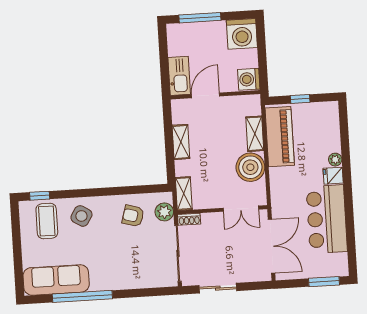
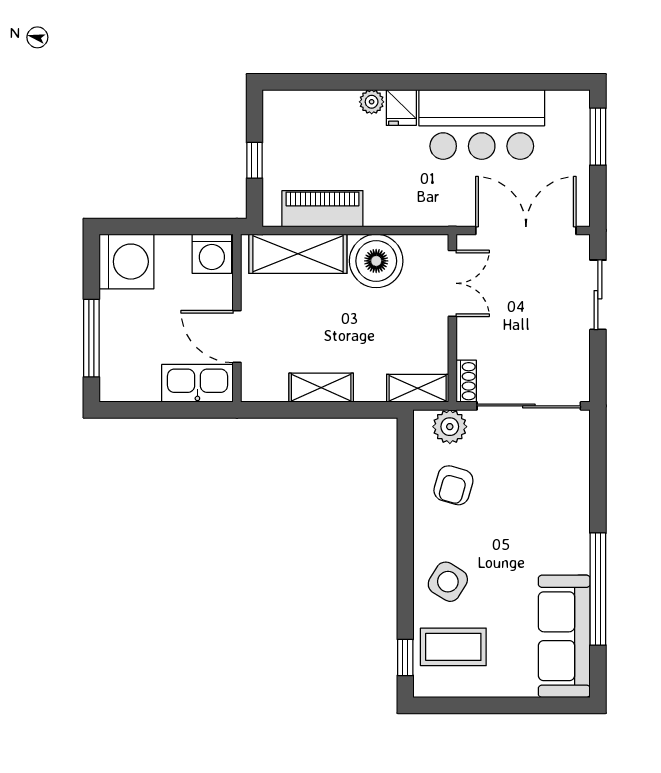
shelving: (255, 134) -> (298, 254), width x1.50, depth x1.33
piano: (280, 137) -> (322, 209), width x0.73, depth x0.75
sliding door: (218, 288) -> (598, 295), moved

